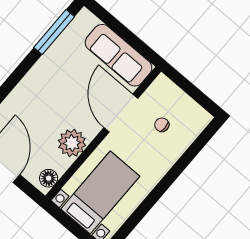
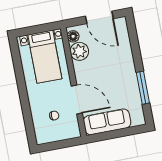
window: (54, 32) -> (143, 88), moved
plant: (72, 143) -> (79, 51), moved

